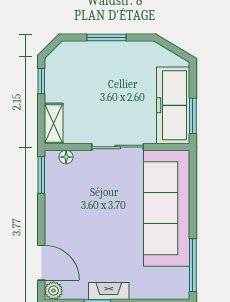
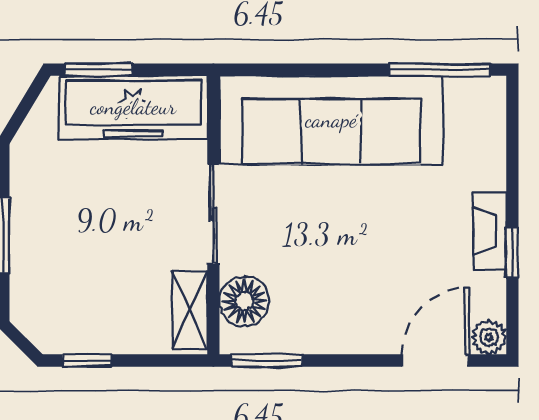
window: (193, 116) -> (99, 70), moved
shelving: (54, 123) -> (190, 311), moved, turned 90
floor lamp: (66, 157) -> (244, 301), width x1.89, depth x1.89

